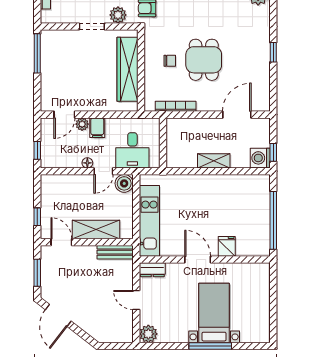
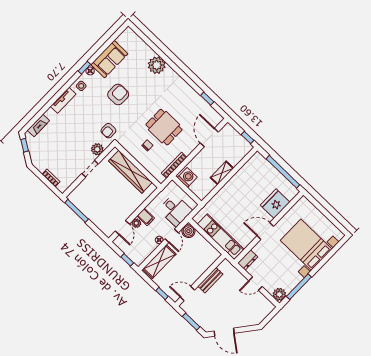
window: (273, 52) -> (207, 99), moved
washing machine: (260, 158) -> (187, 177), moved, turned 180
shelving: (96, 230) -> (159, 262), moved
fridge: (227, 246) -> (275, 204), width x1.88, depth x1.34
bench: (115, 252) -> (210, 280), moved
bed with nightstands: (214, 313) -> (306, 245), width x1.36
window: (210, 346) -> (299, 287), moved

